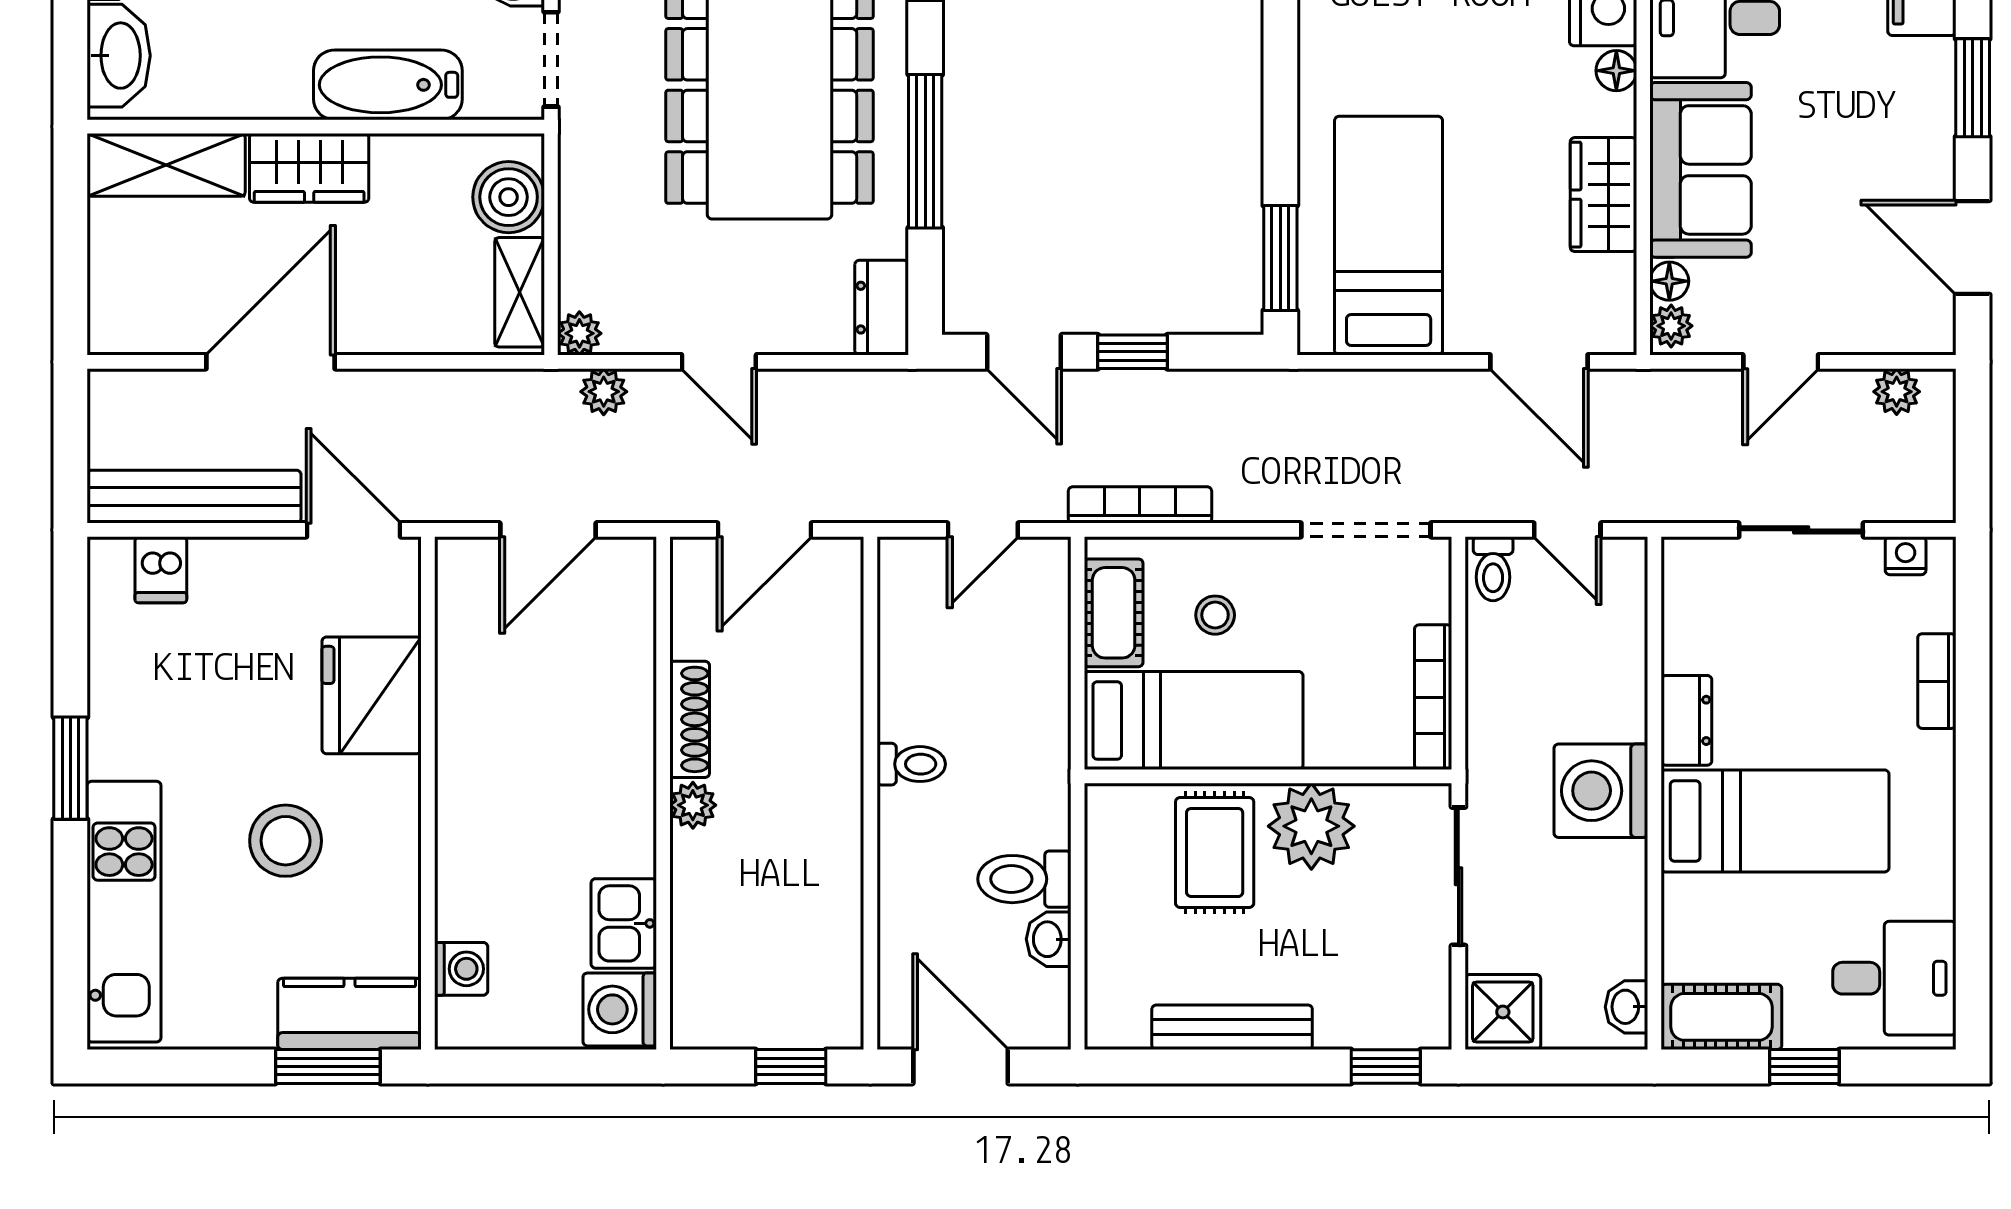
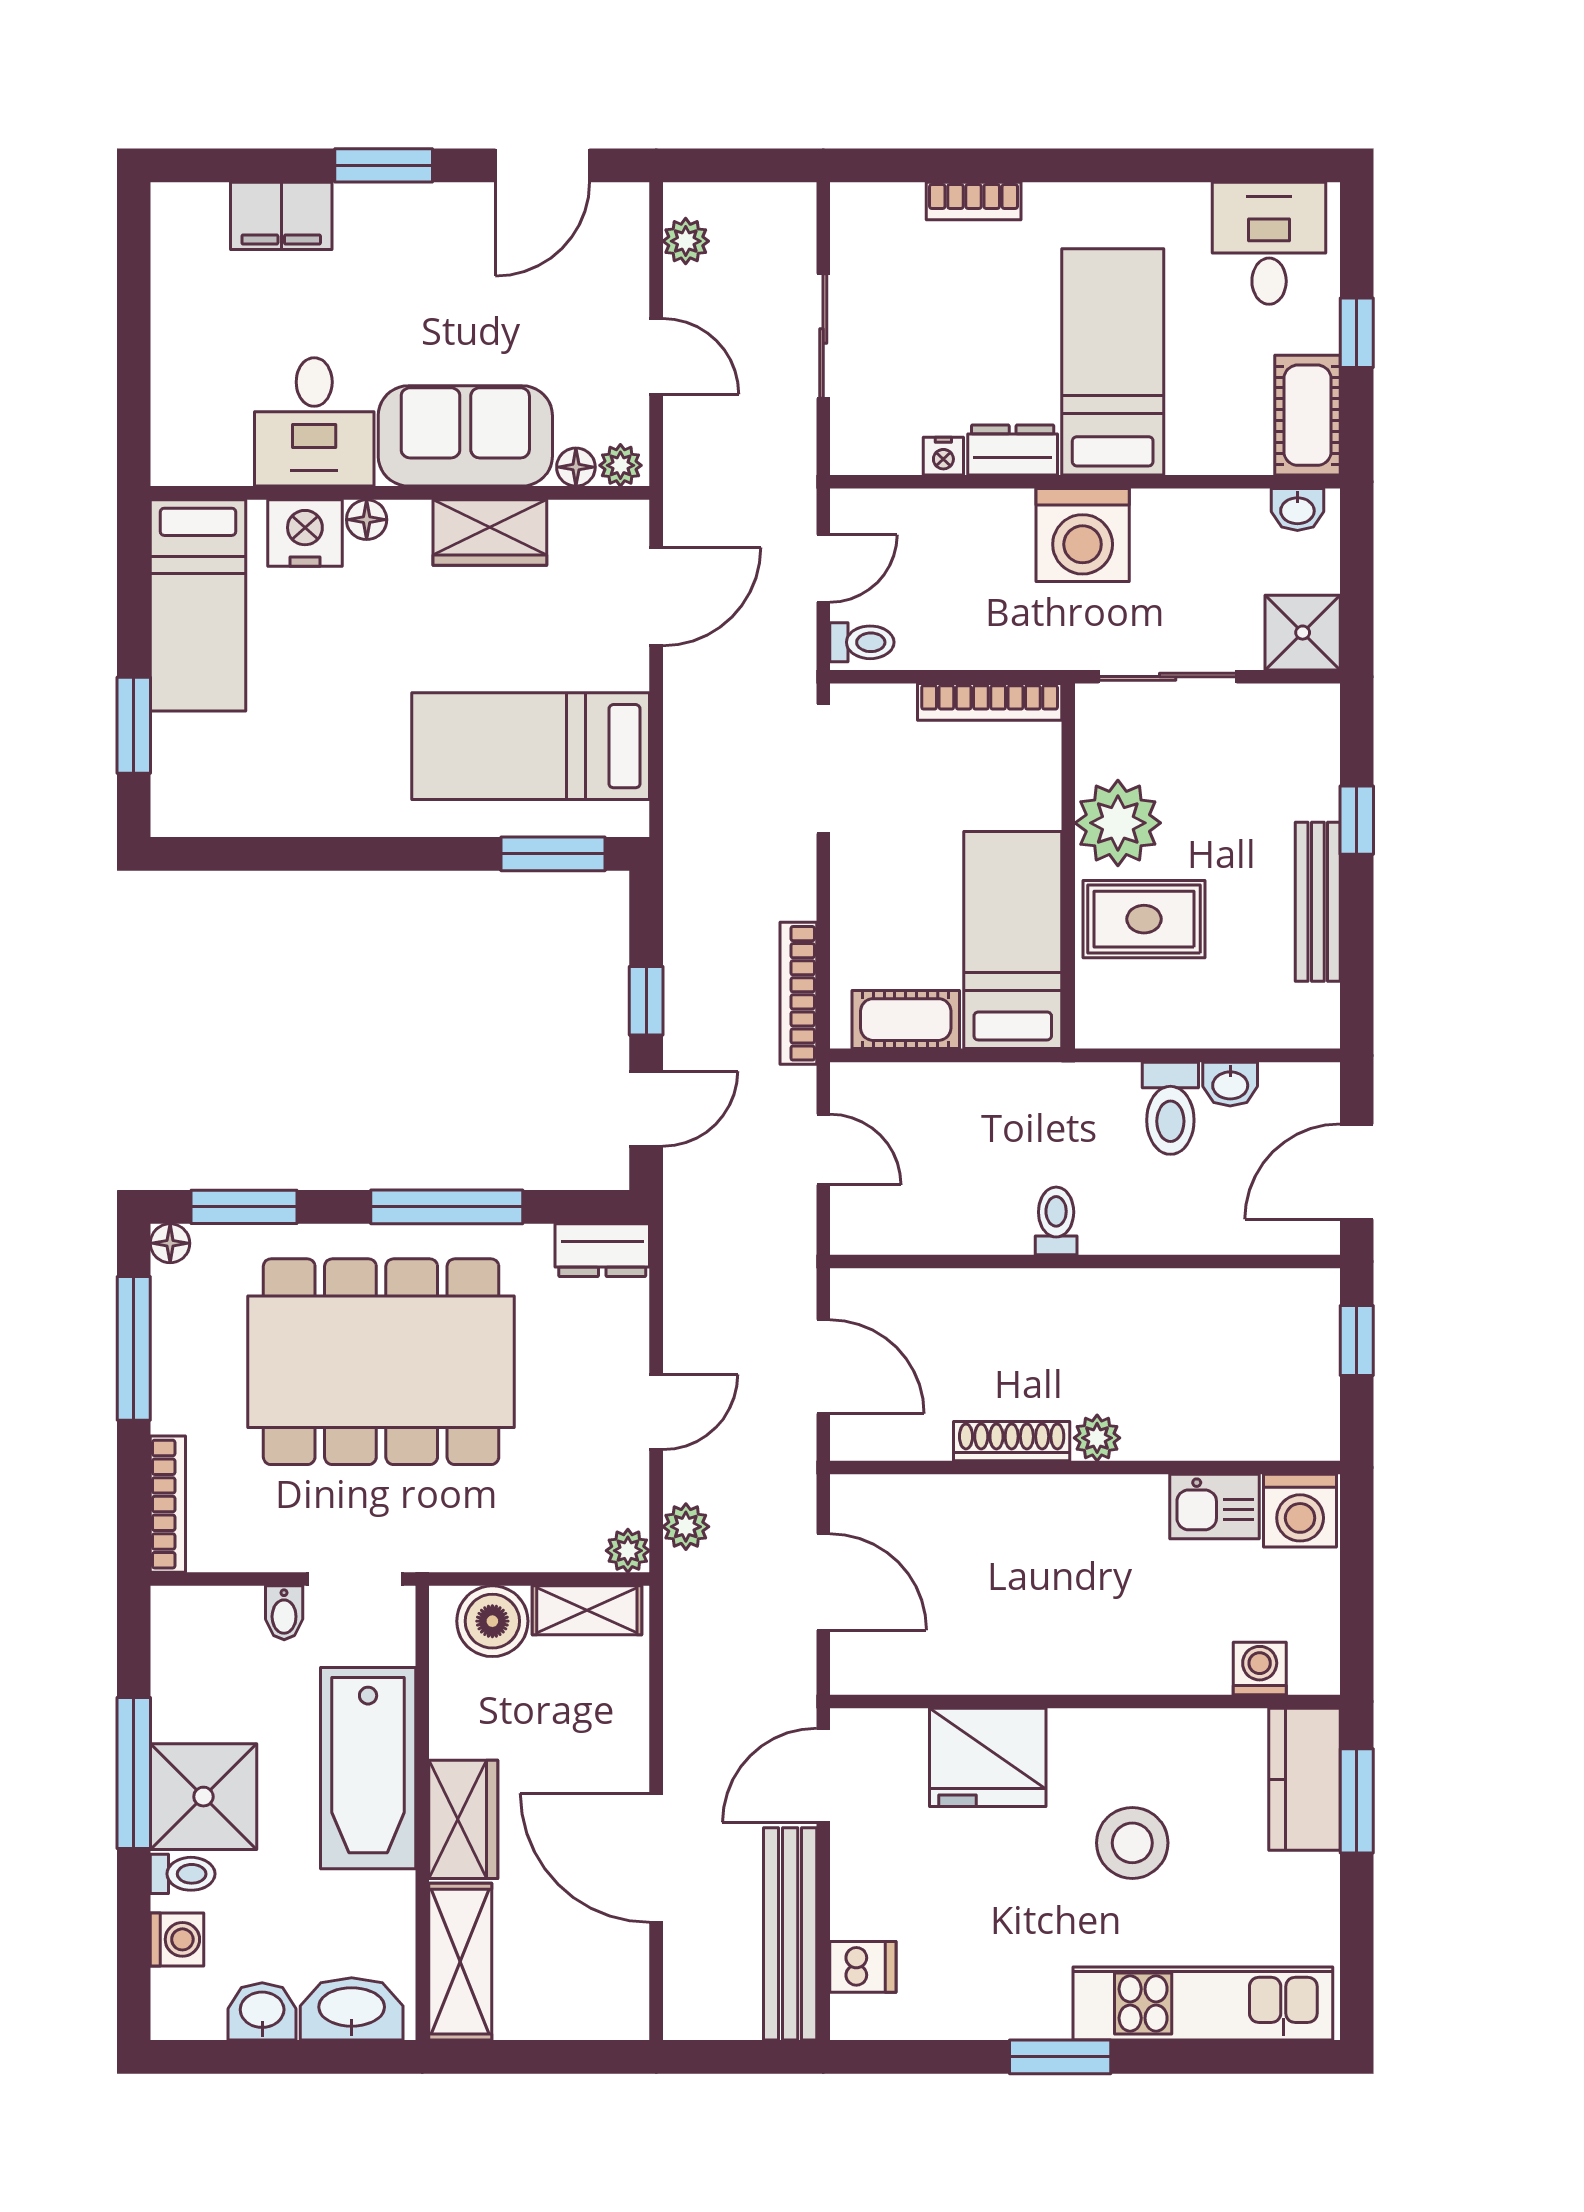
bathtub: (388, 85) -> (368, 1768), width x1.36, depth x1.36
nightstand: (1906, 556) -> (943, 456), moved, turned -90
stool: (1215, 615) -> (908, 919), removed
window: (1386, 1066) -> (1357, 820), moved

